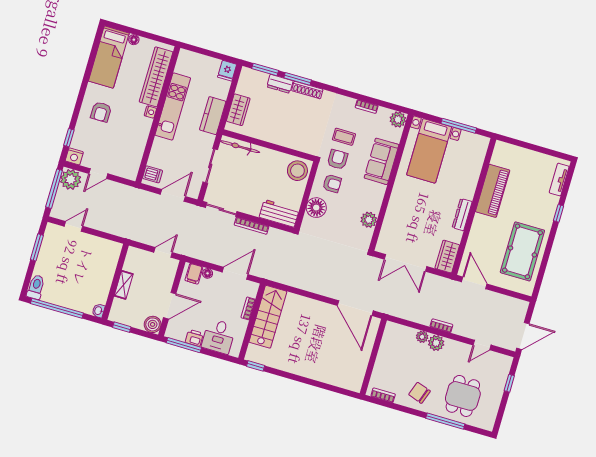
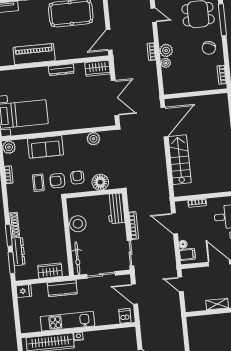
dresser: (280, 84) -> (18, 251), width x1.44
stool: (297, 171) -> (78, 224), moved
stairs: (268, 317) -> (180, 160), moved, turned 90

